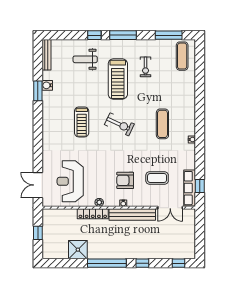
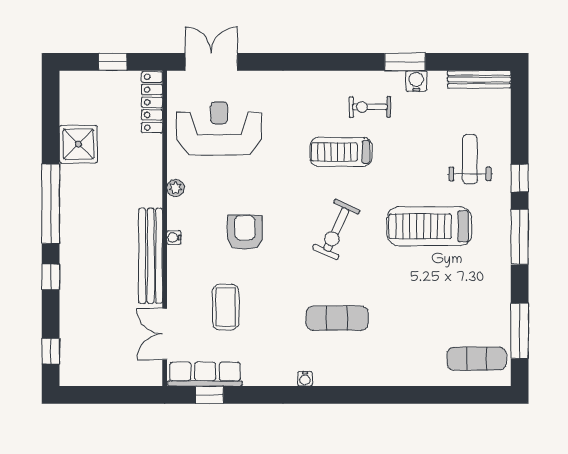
exercise bike: (146, 67) -> (370, 107), moved
armchair: (125, 180) -> (245, 232), moved
locker: (93, 214) -> (152, 102), moved

